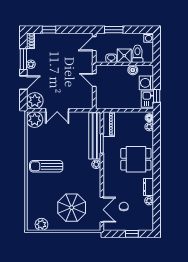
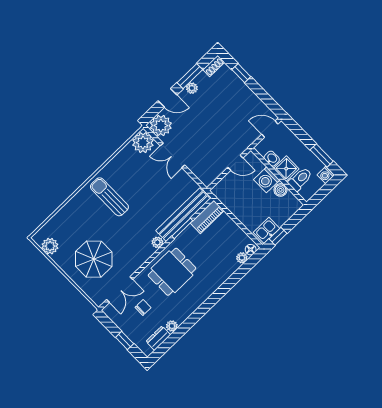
window: (114, 30) -> (322, 156), moved
door: (94, 80) -> (235, 163), swing flipped
washing machine: (146, 83) -> (267, 180), moved, turned -90
dining table: (136, 159) -> (172, 272), moved, turned 90
dresser: (148, 187) -> (158, 338), moved

